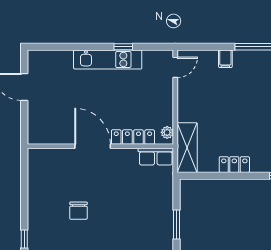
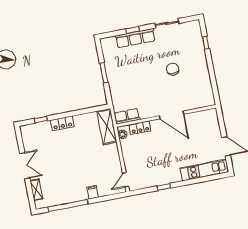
kitchen unit: (108, 60) -> (204, 170), moved
locker: (133, 137) -> (140, 128), width x0.66
locker: (234, 165) -> (62, 123), moved

